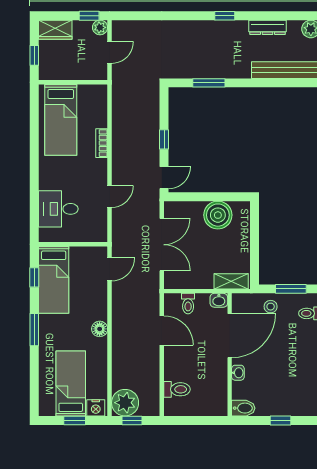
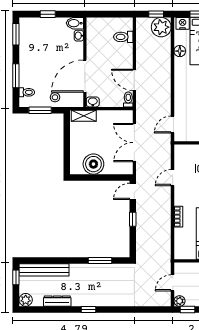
toilet: (188, 304) -> (128, 99), moved
floor lamp: (100, 329) -> (180, 51), moved
washbasin: (238, 373) -> (79, 36), moved

